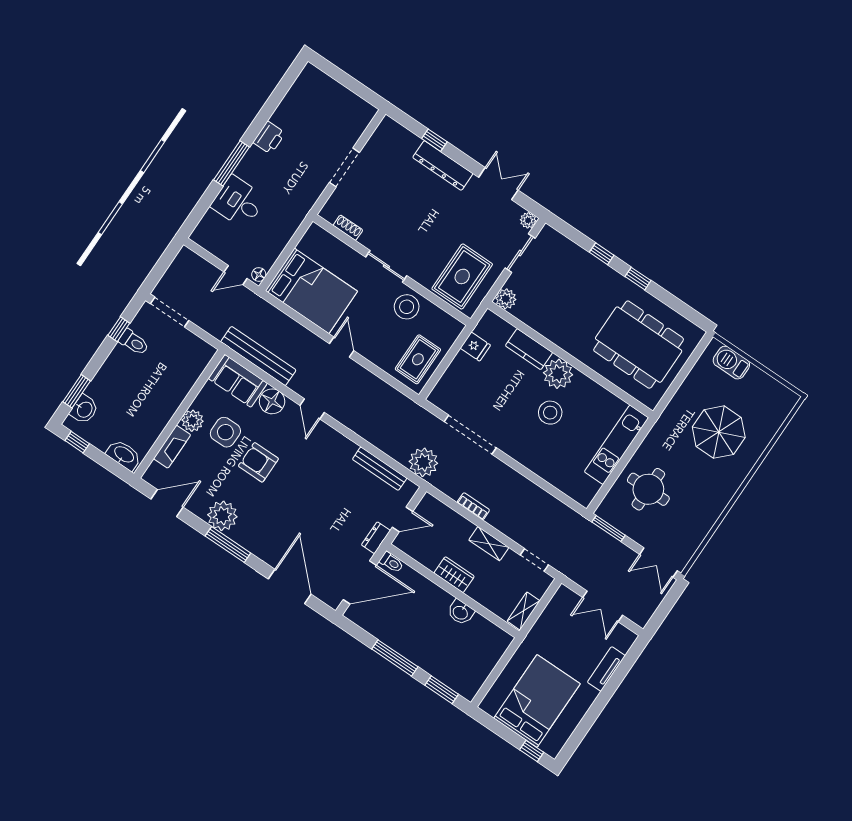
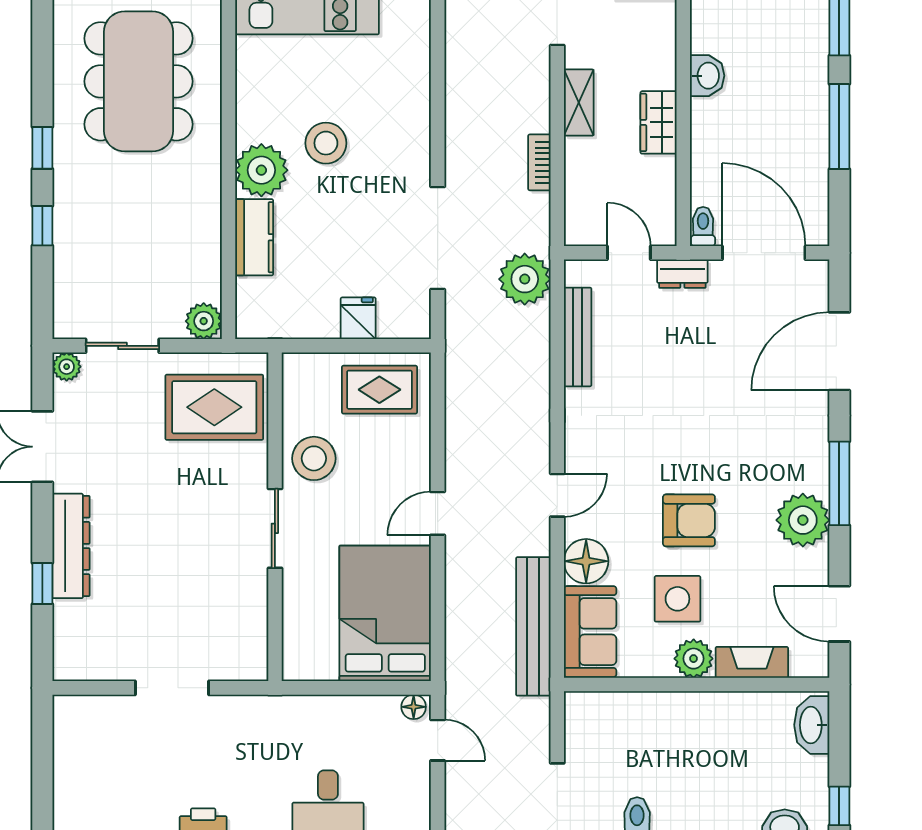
shoe rack: (348, 228) -> (257, 623), removed
fridge: (475, 347) -> (358, 318), moved
armchair: (258, 462) -> (689, 520), turned -90

